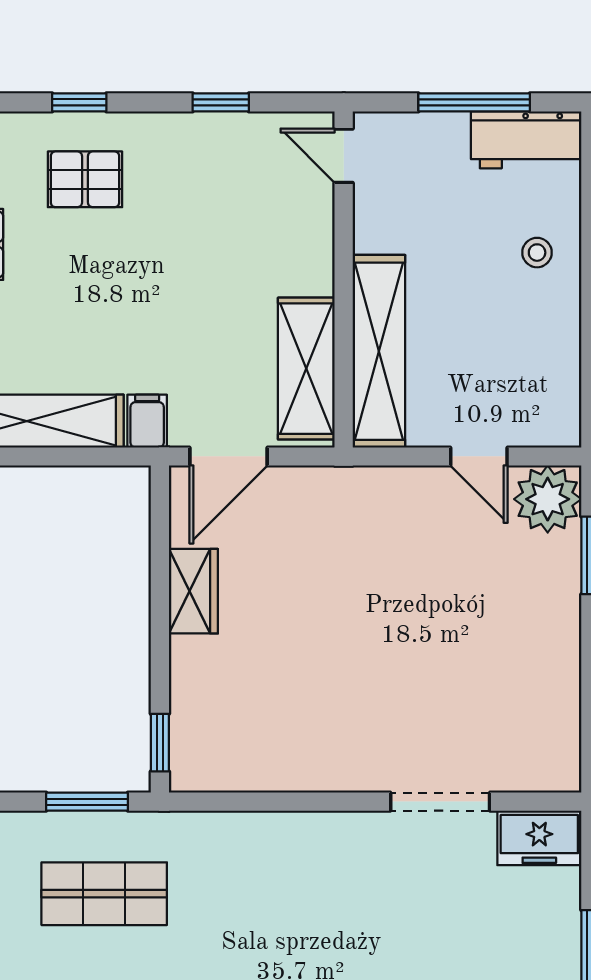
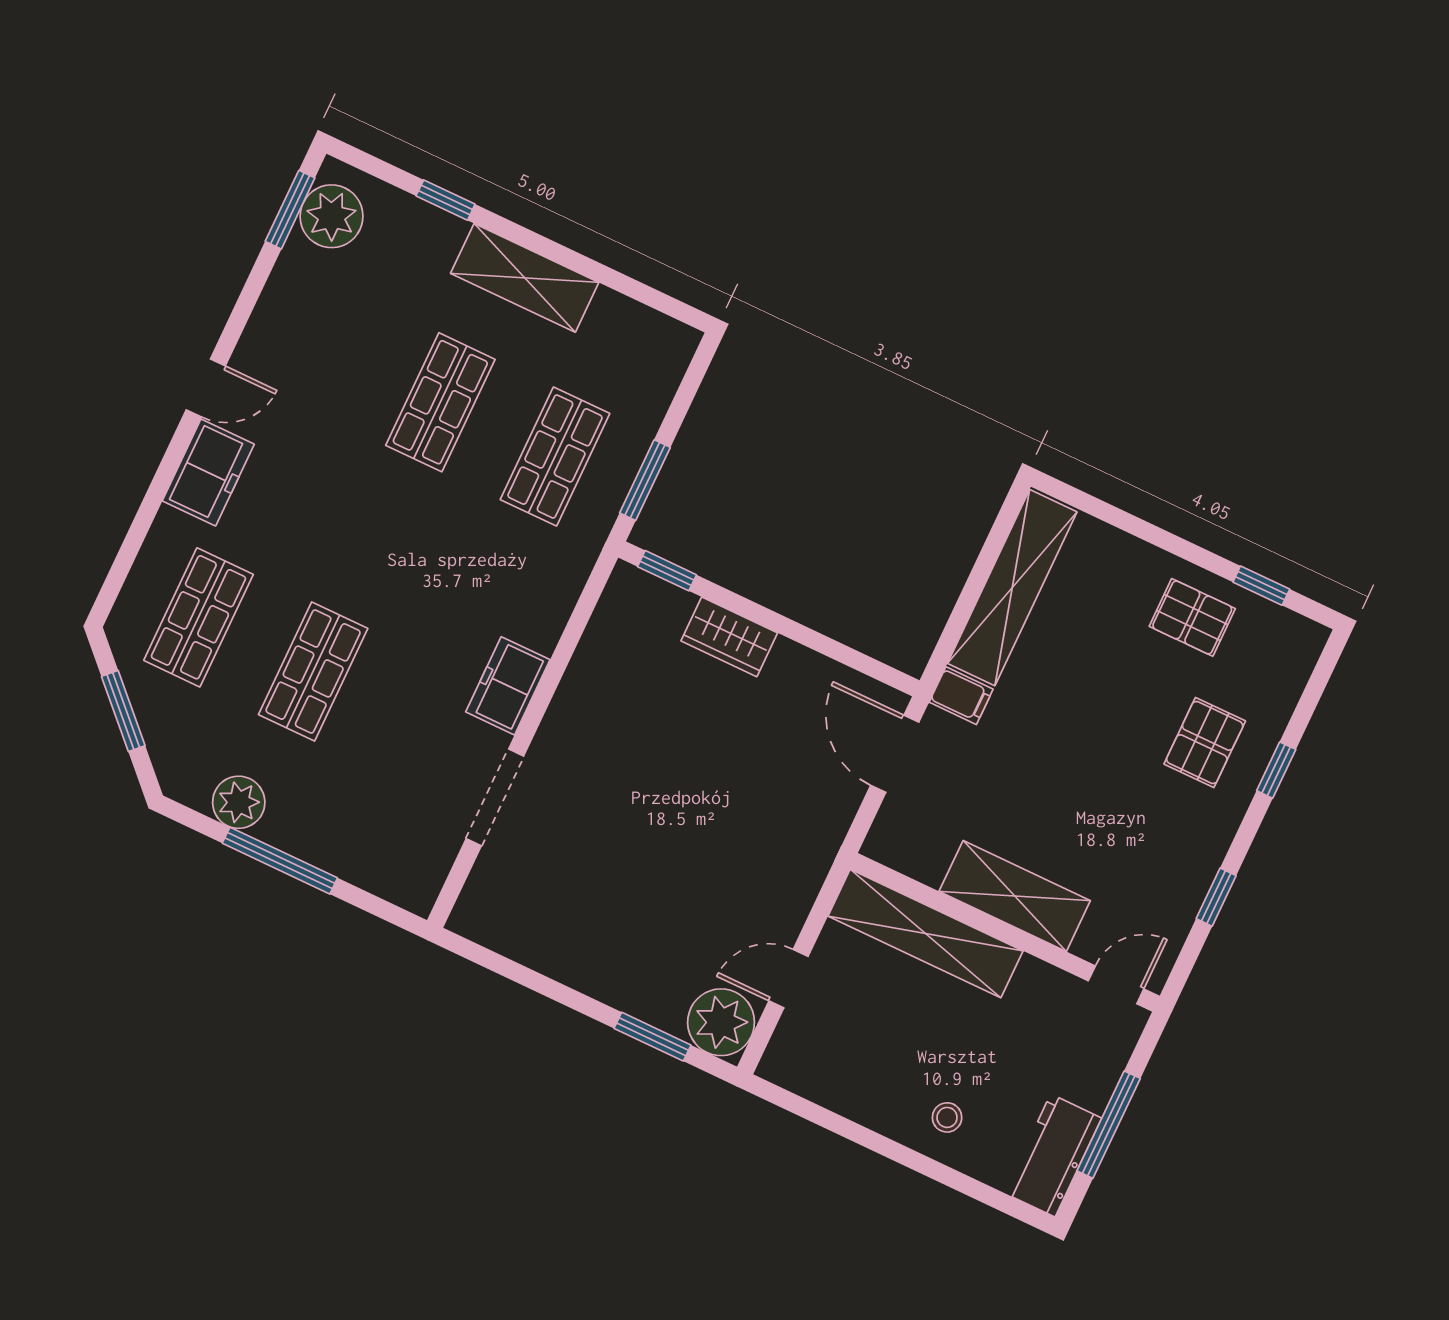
shelving: (306, 369) -> (1015, 896), moved
wardrobe: (193, 591) -> (729, 637), moved
freezer: (539, 838) -> (508, 686), moved

